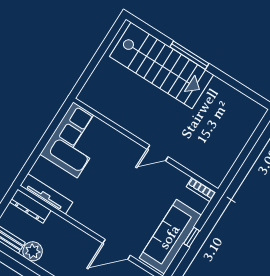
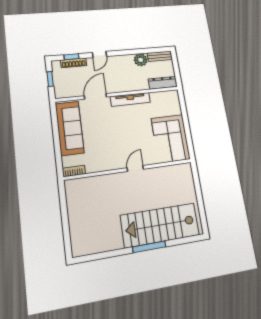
door: (158, 153) -> (135, 168), moved
tv unit: (46, 194) -> (130, 99), moved
window: (192, 237) -> (56, 138), removed

